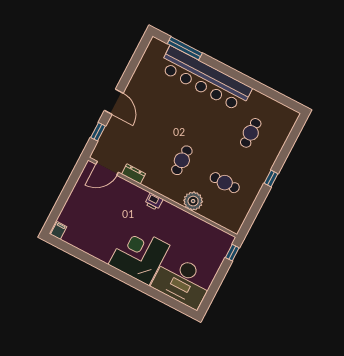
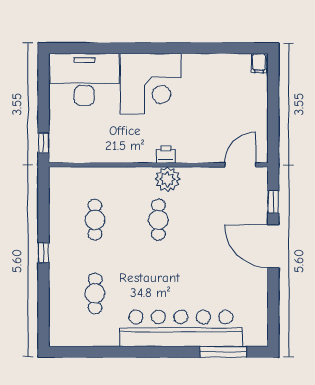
door: (114, 102) -> (273, 246), width x1.36
dresser: (133, 174) -> (206, 174), removed
cafe table: (225, 183) -> (95, 220), turned 90
plant: (193, 201) -> (167, 179), moved

